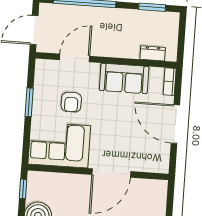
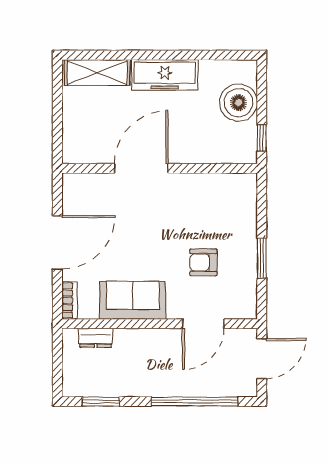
armchair: (71, 102) -> (203, 262), turned -90
door: (175, 124) -> (57, 242), hinge flipped
corner sofa: (59, 145) -> (216, 202), removed

